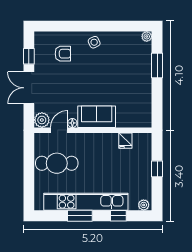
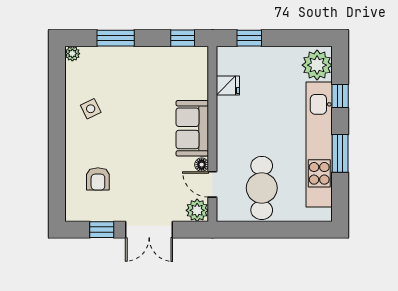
side table: (94, 42) -> (91, 109), moved
armchair: (63, 54) -> (98, 179), turned 180
window: (157, 110) -> (183, 38), added
window: (157, 169) -> (249, 38), moved
plant: (144, 205) -> (317, 65), width x1.87, depth x1.87

